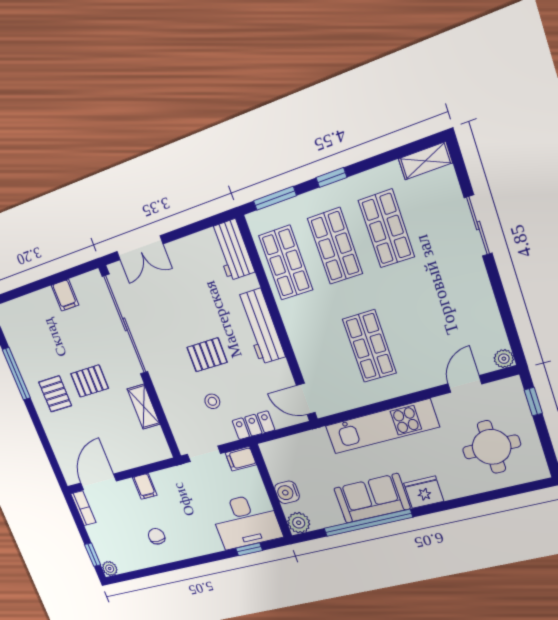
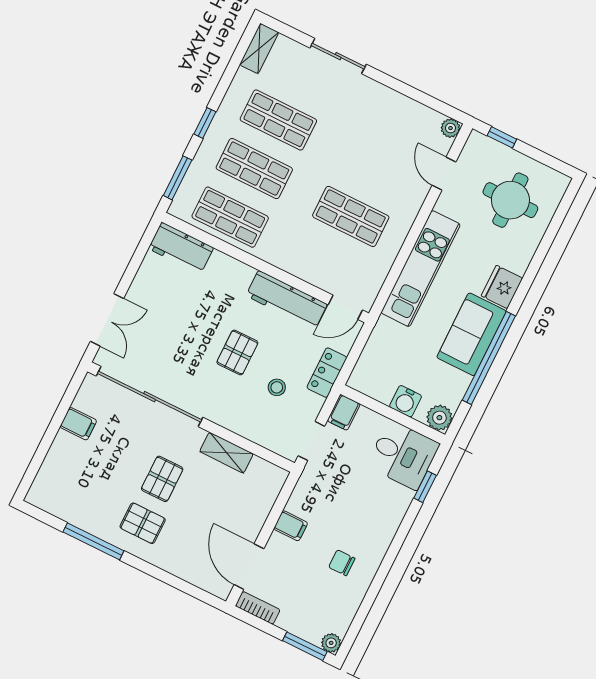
workbench: (261, 326) -> (287, 300), moved
desk: (246, 521) -> (403, 455), width x0.73
window: (93, 555) -> (305, 646), width x1.50

